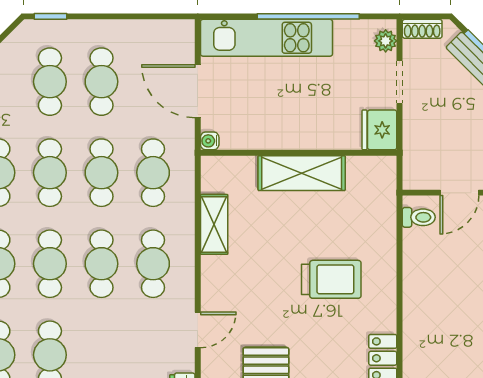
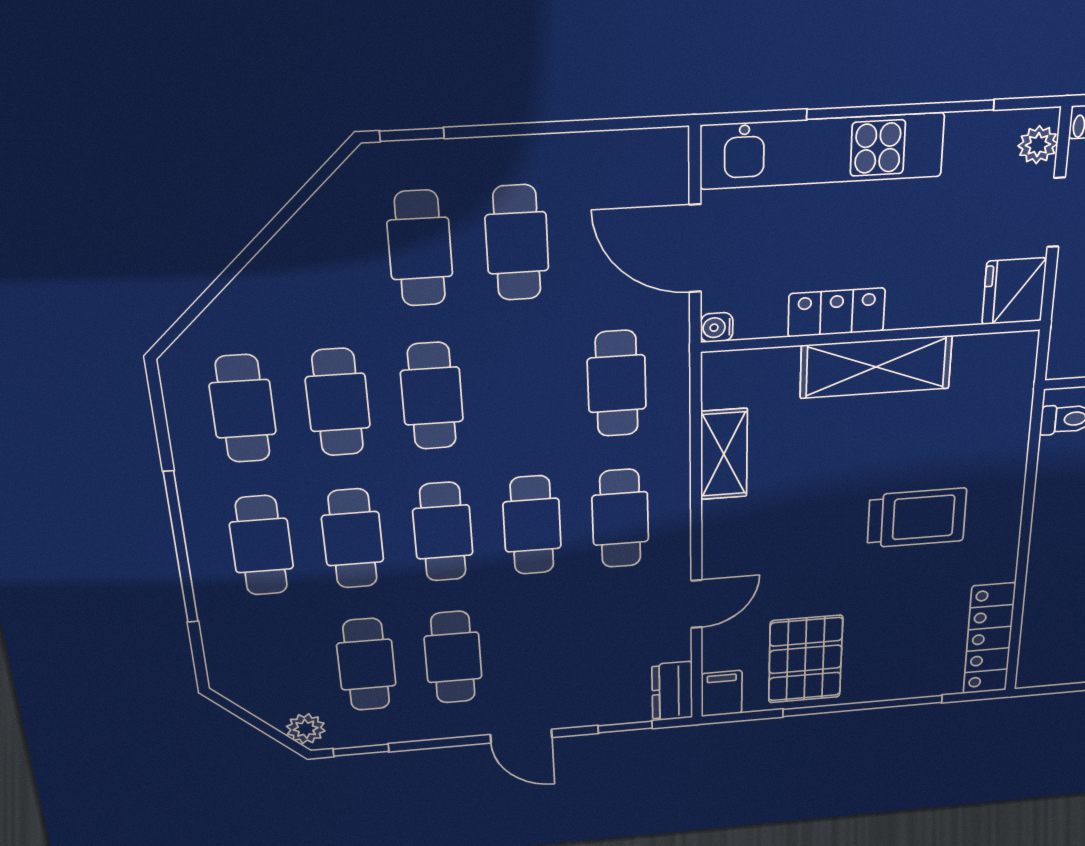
locker: (277, 136) -> (836, 312), added
cafe table: (101, 173) -> (525, 390), removed

